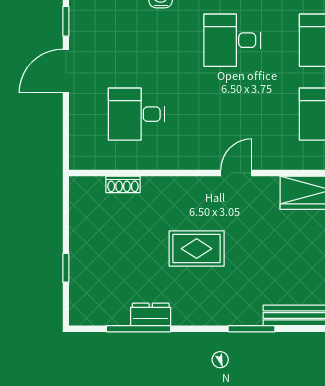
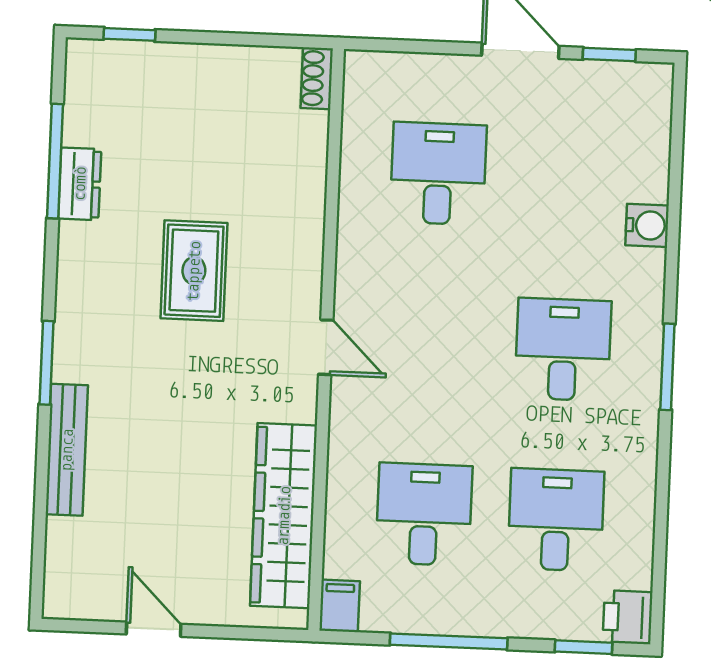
shoe rack: (123, 184) -> (317, 78), moved
window: (66, 268) -> (129, 34), moved

